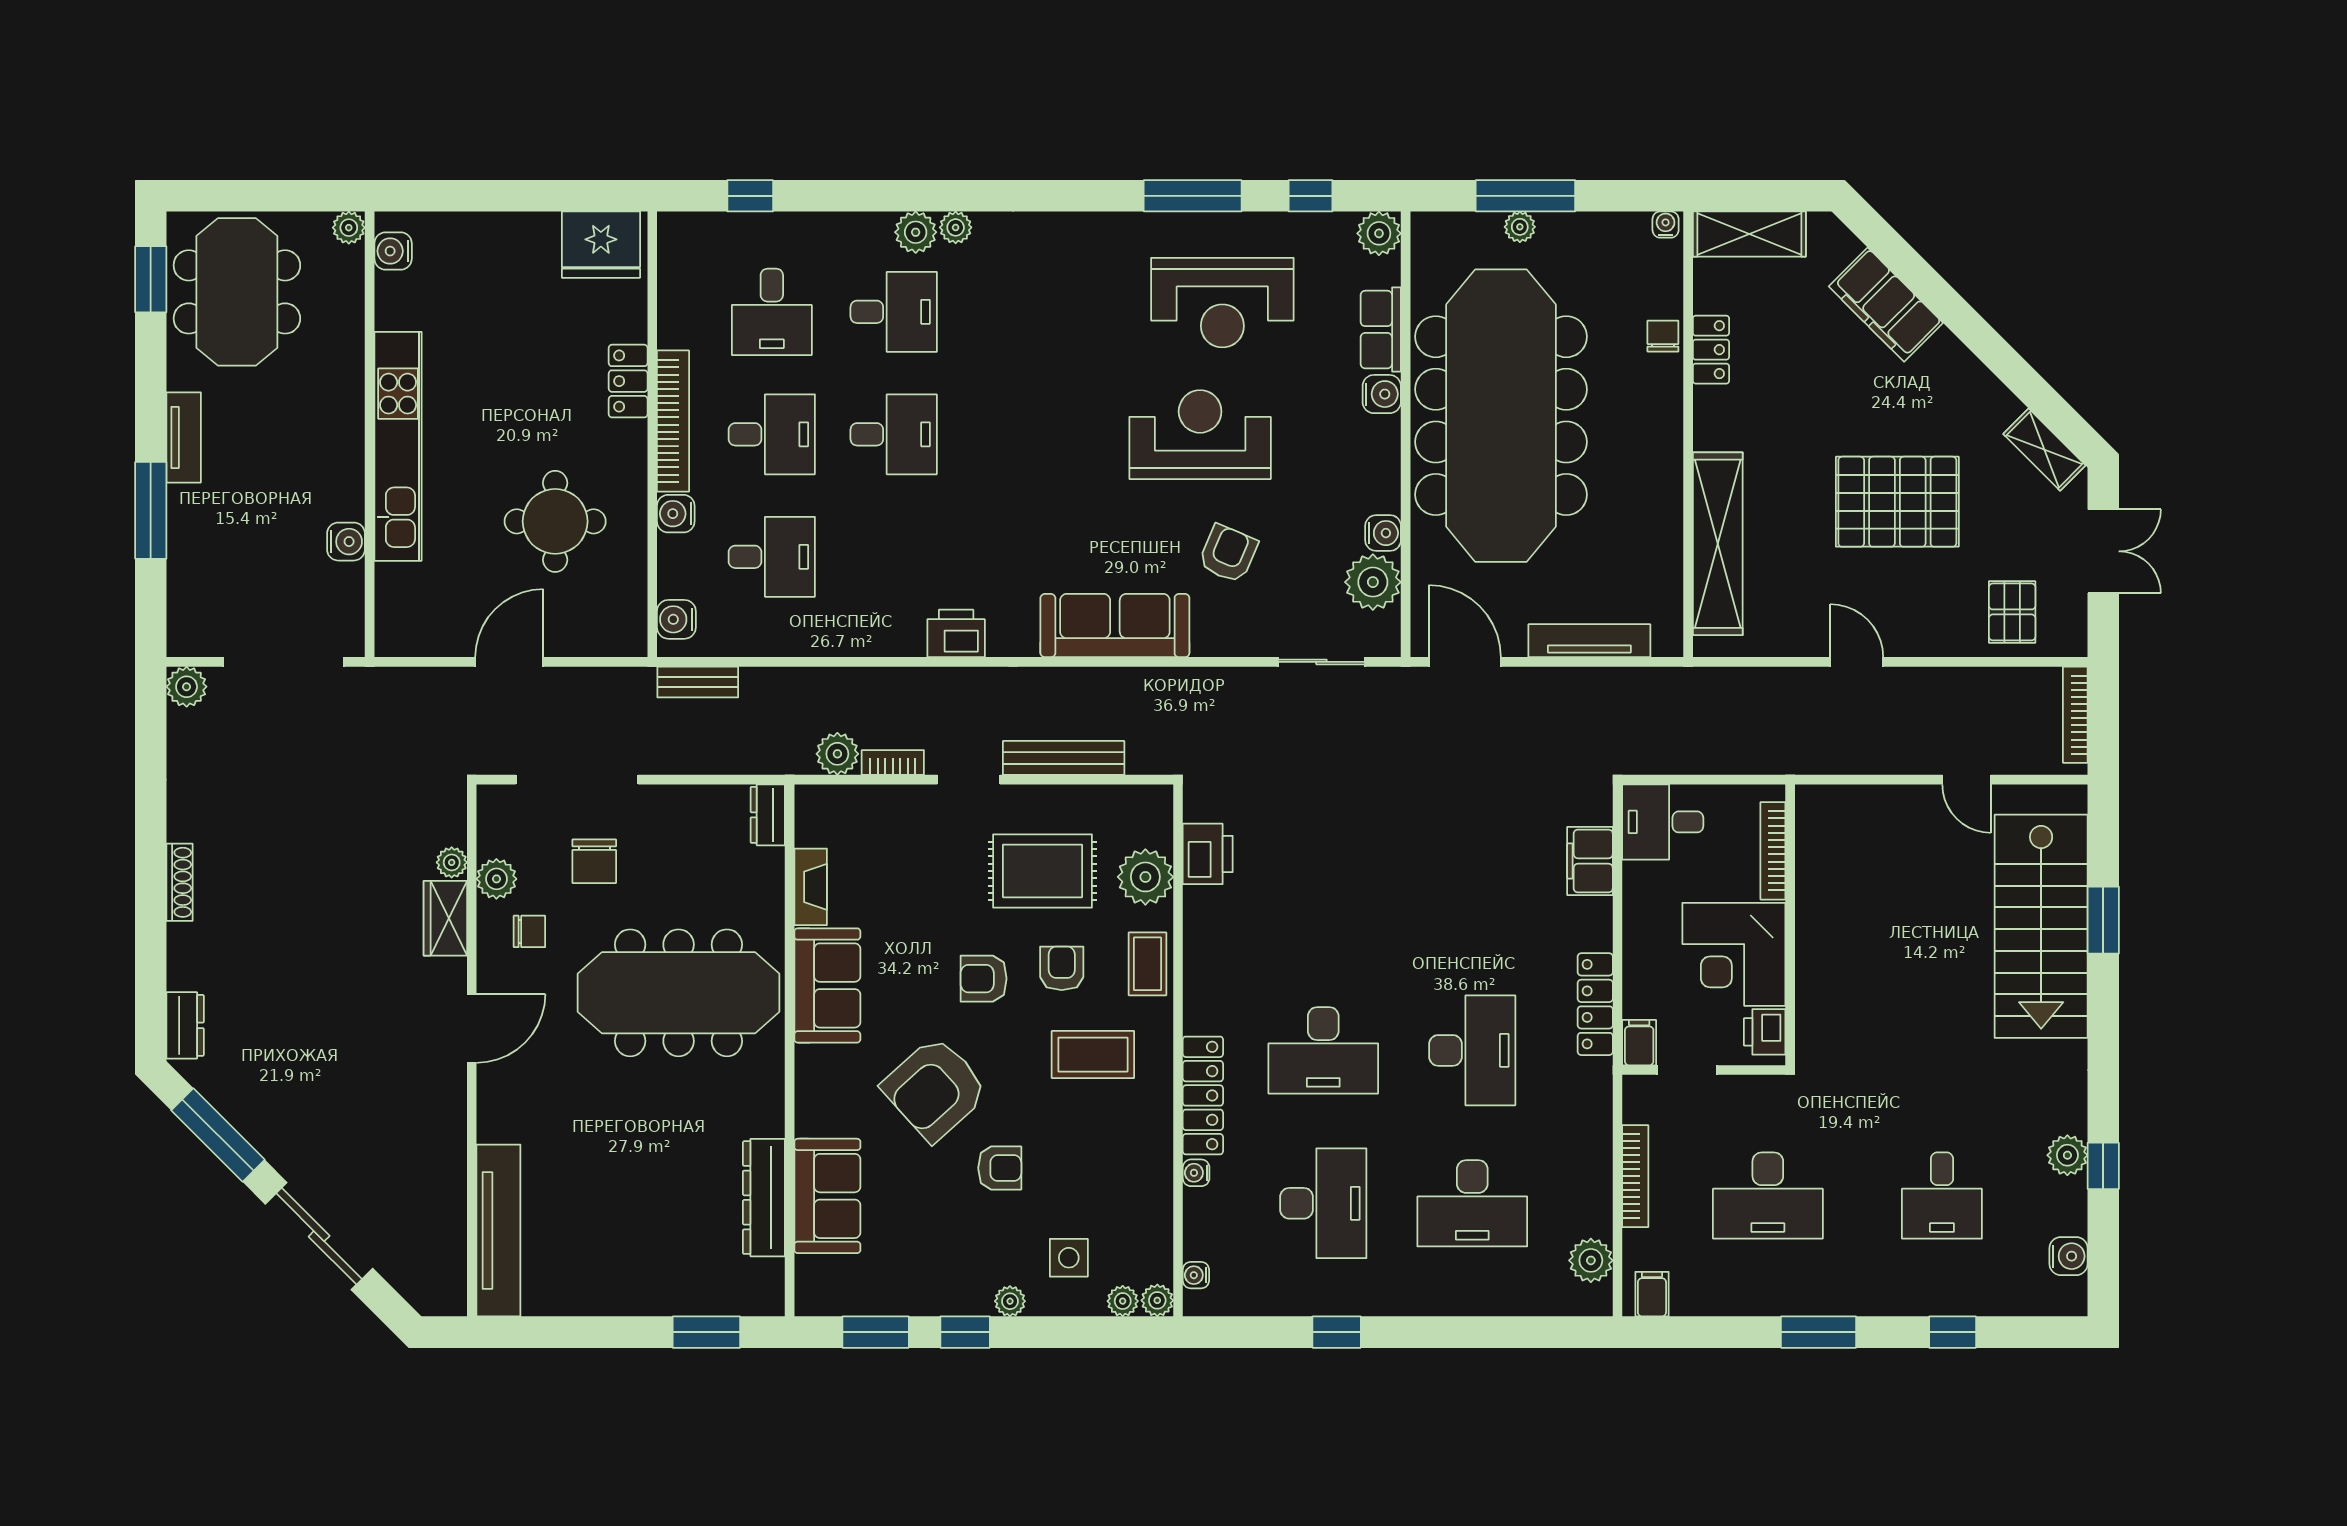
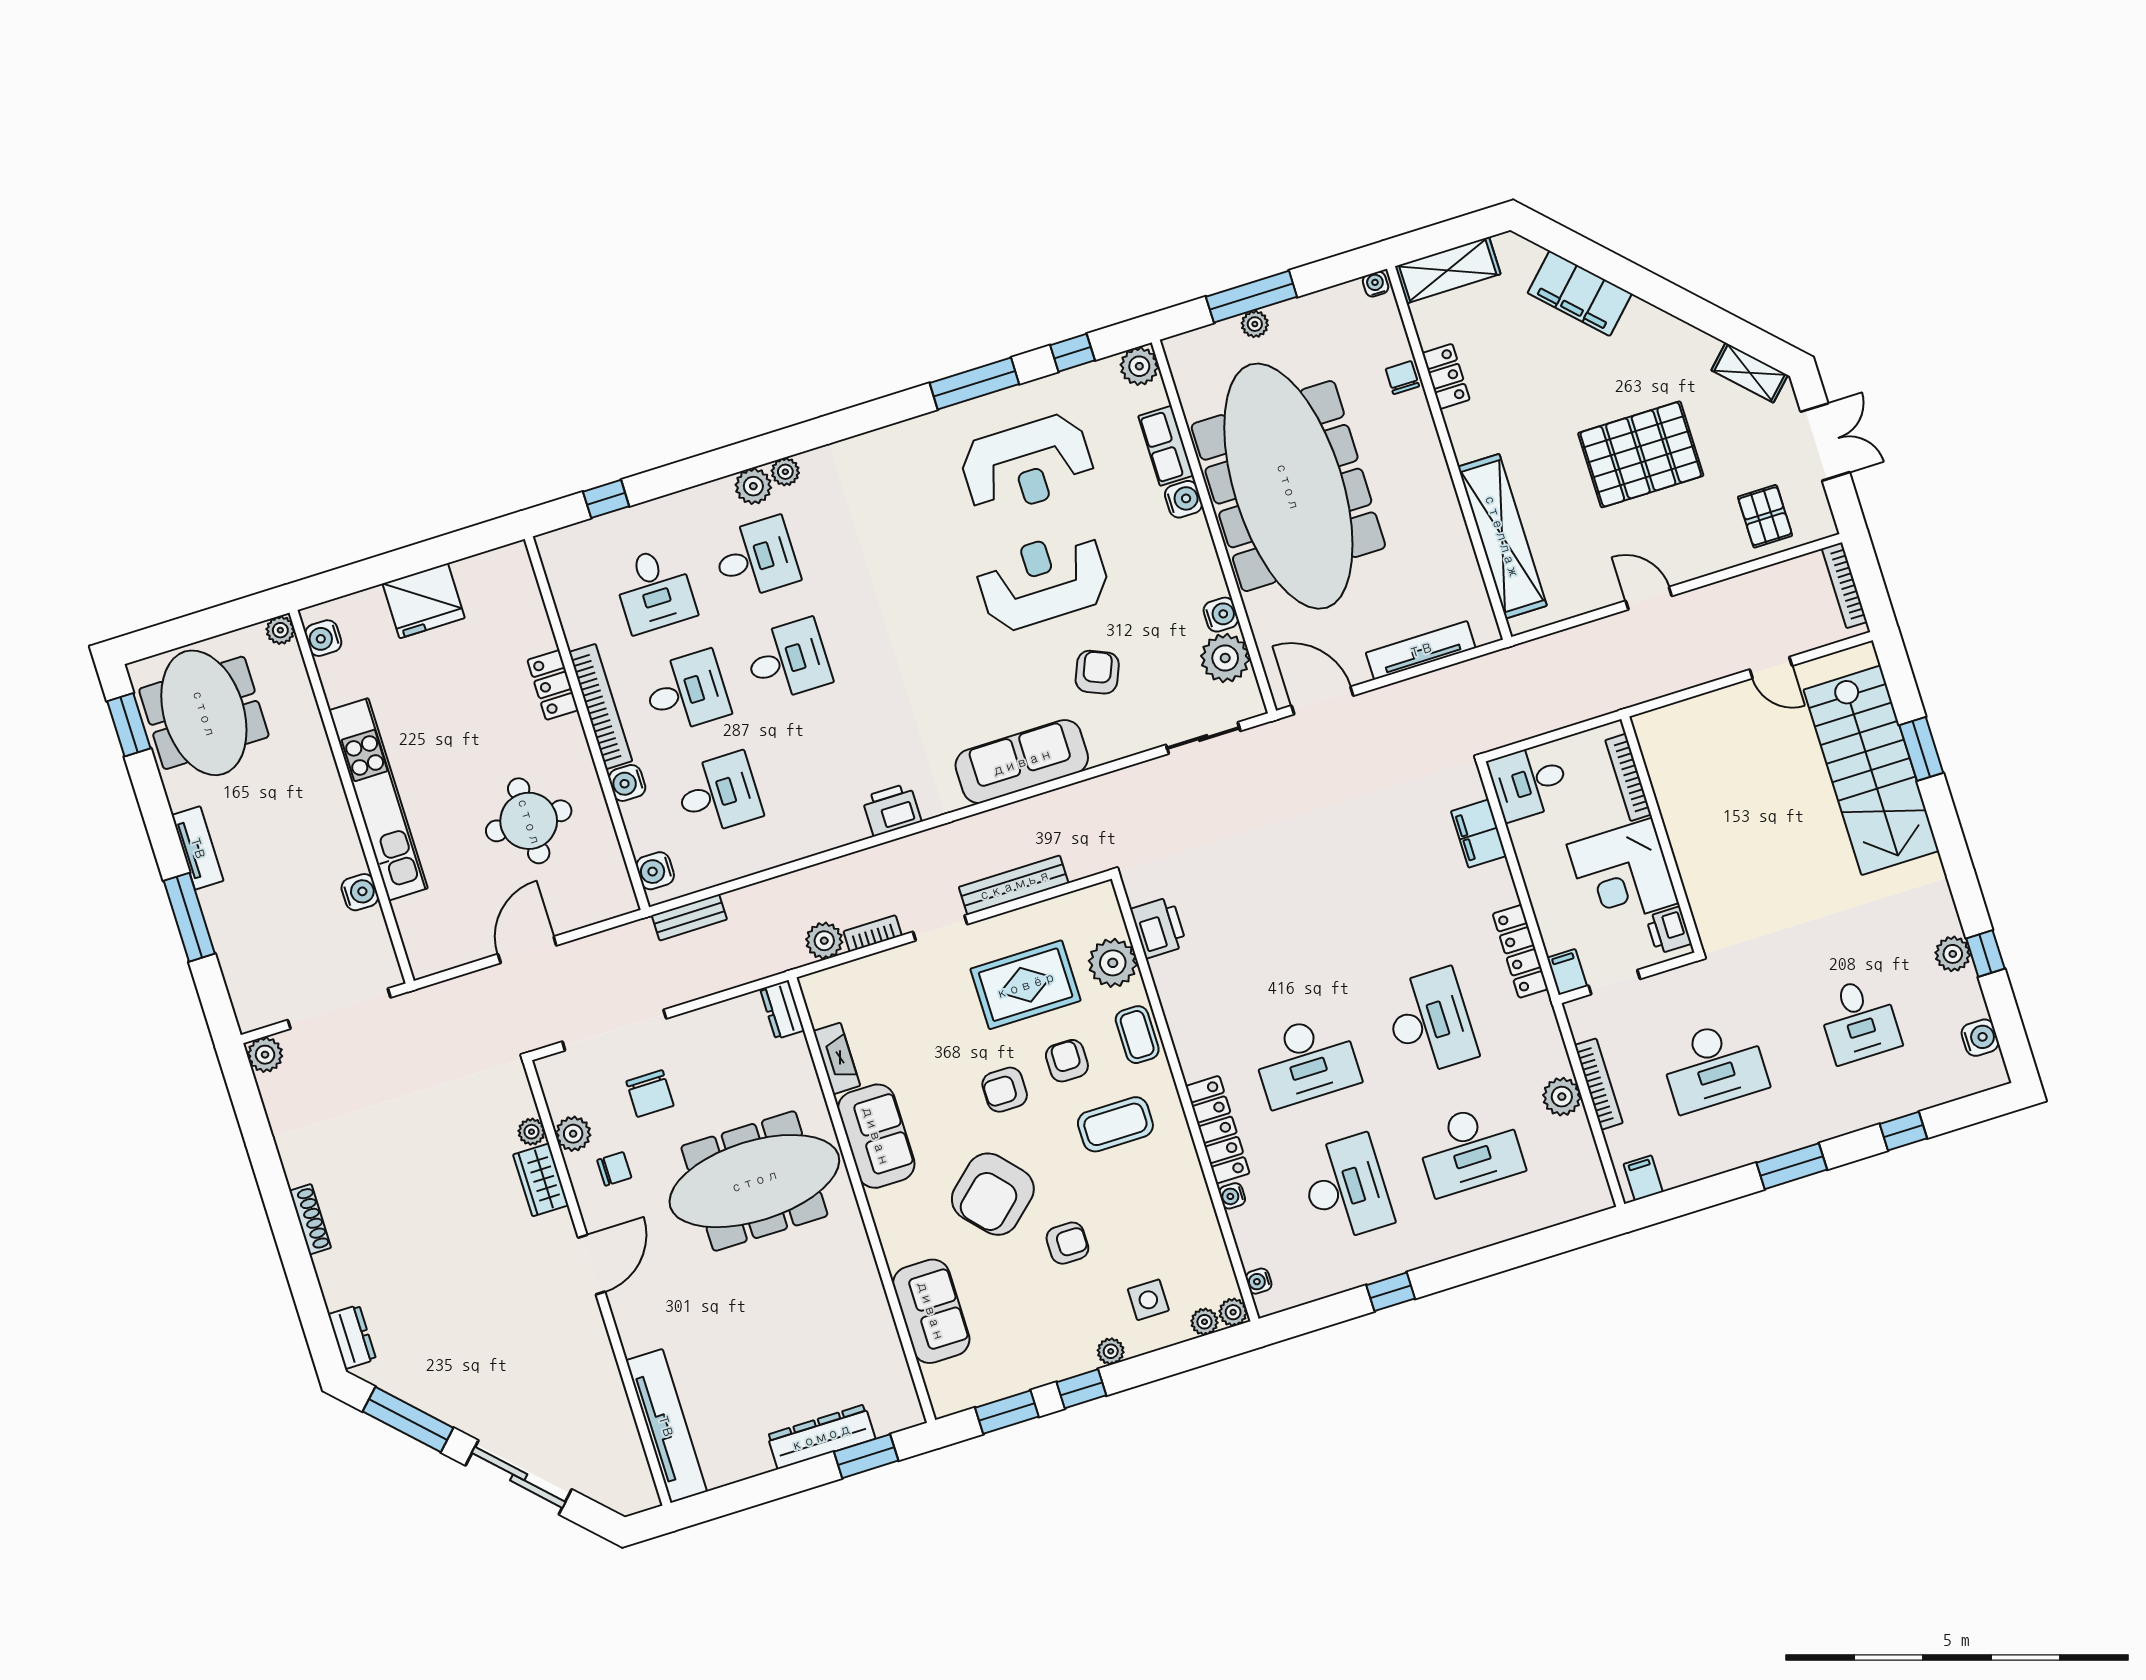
fridge: (601, 245) -> (424, 601), moved
dresser: (764, 1198) -> (821, 1437), moved, turned 90
plant: (1591, 1260) -> (1562, 1097), moved

